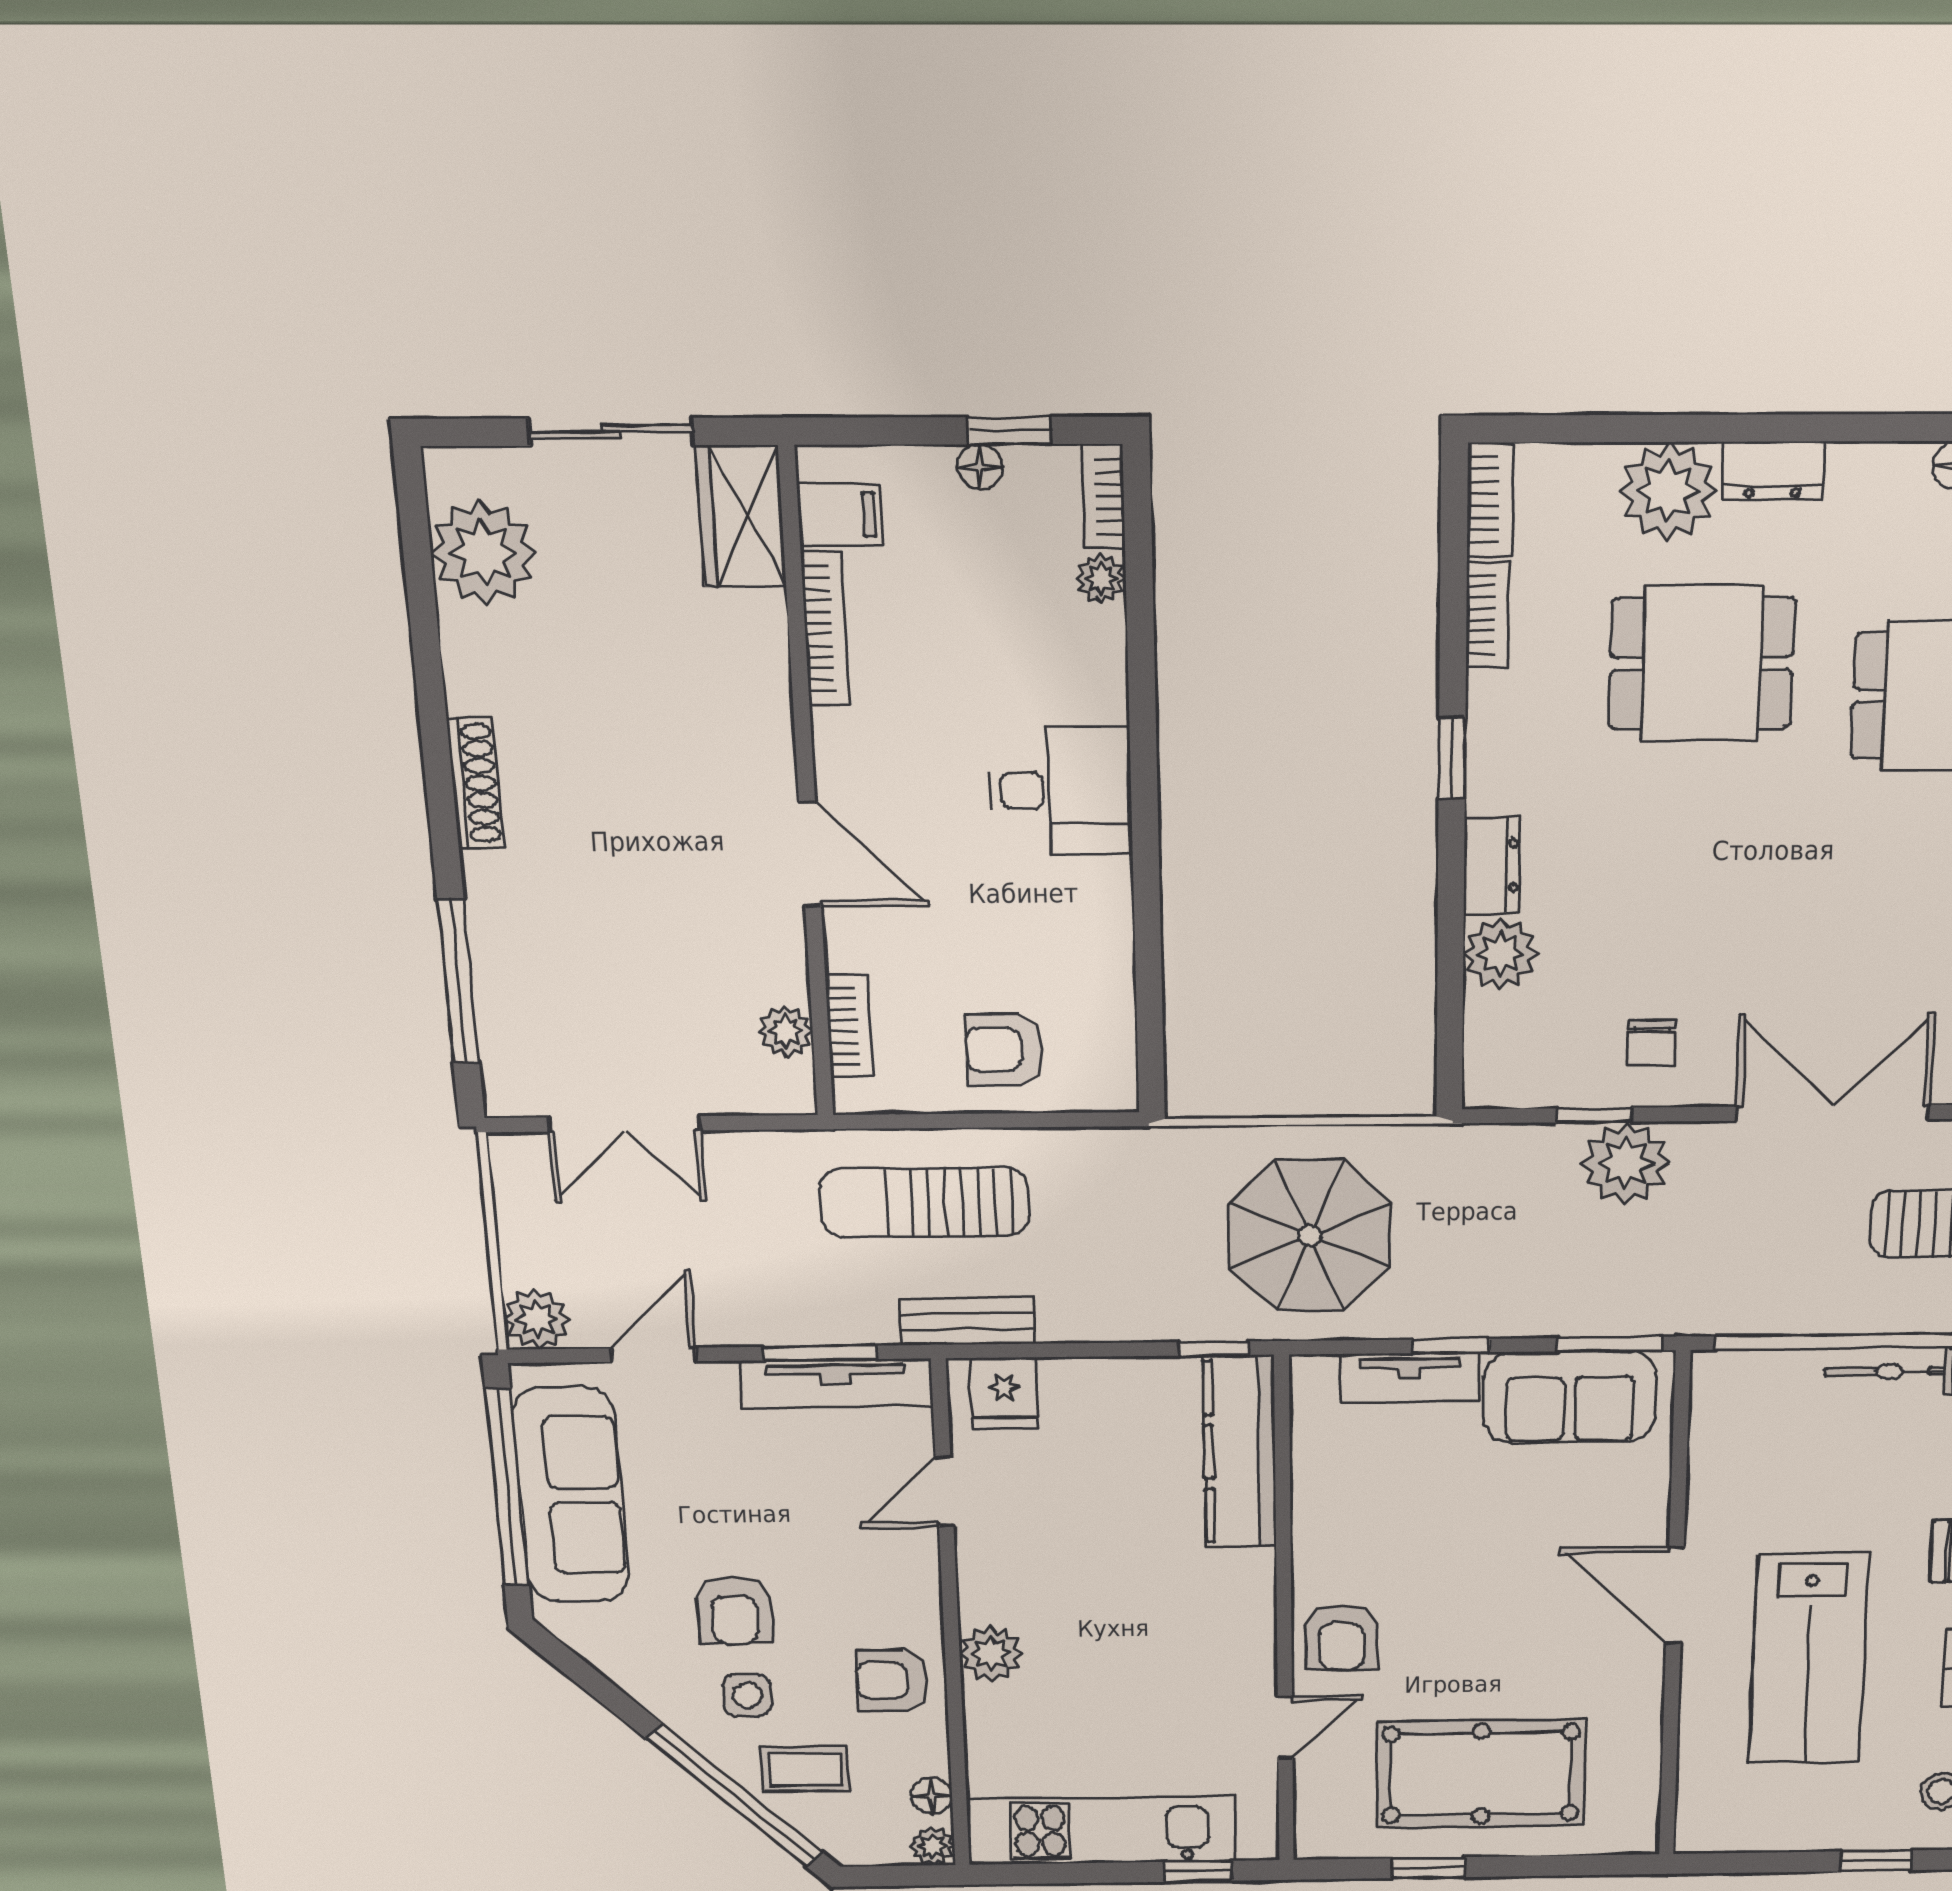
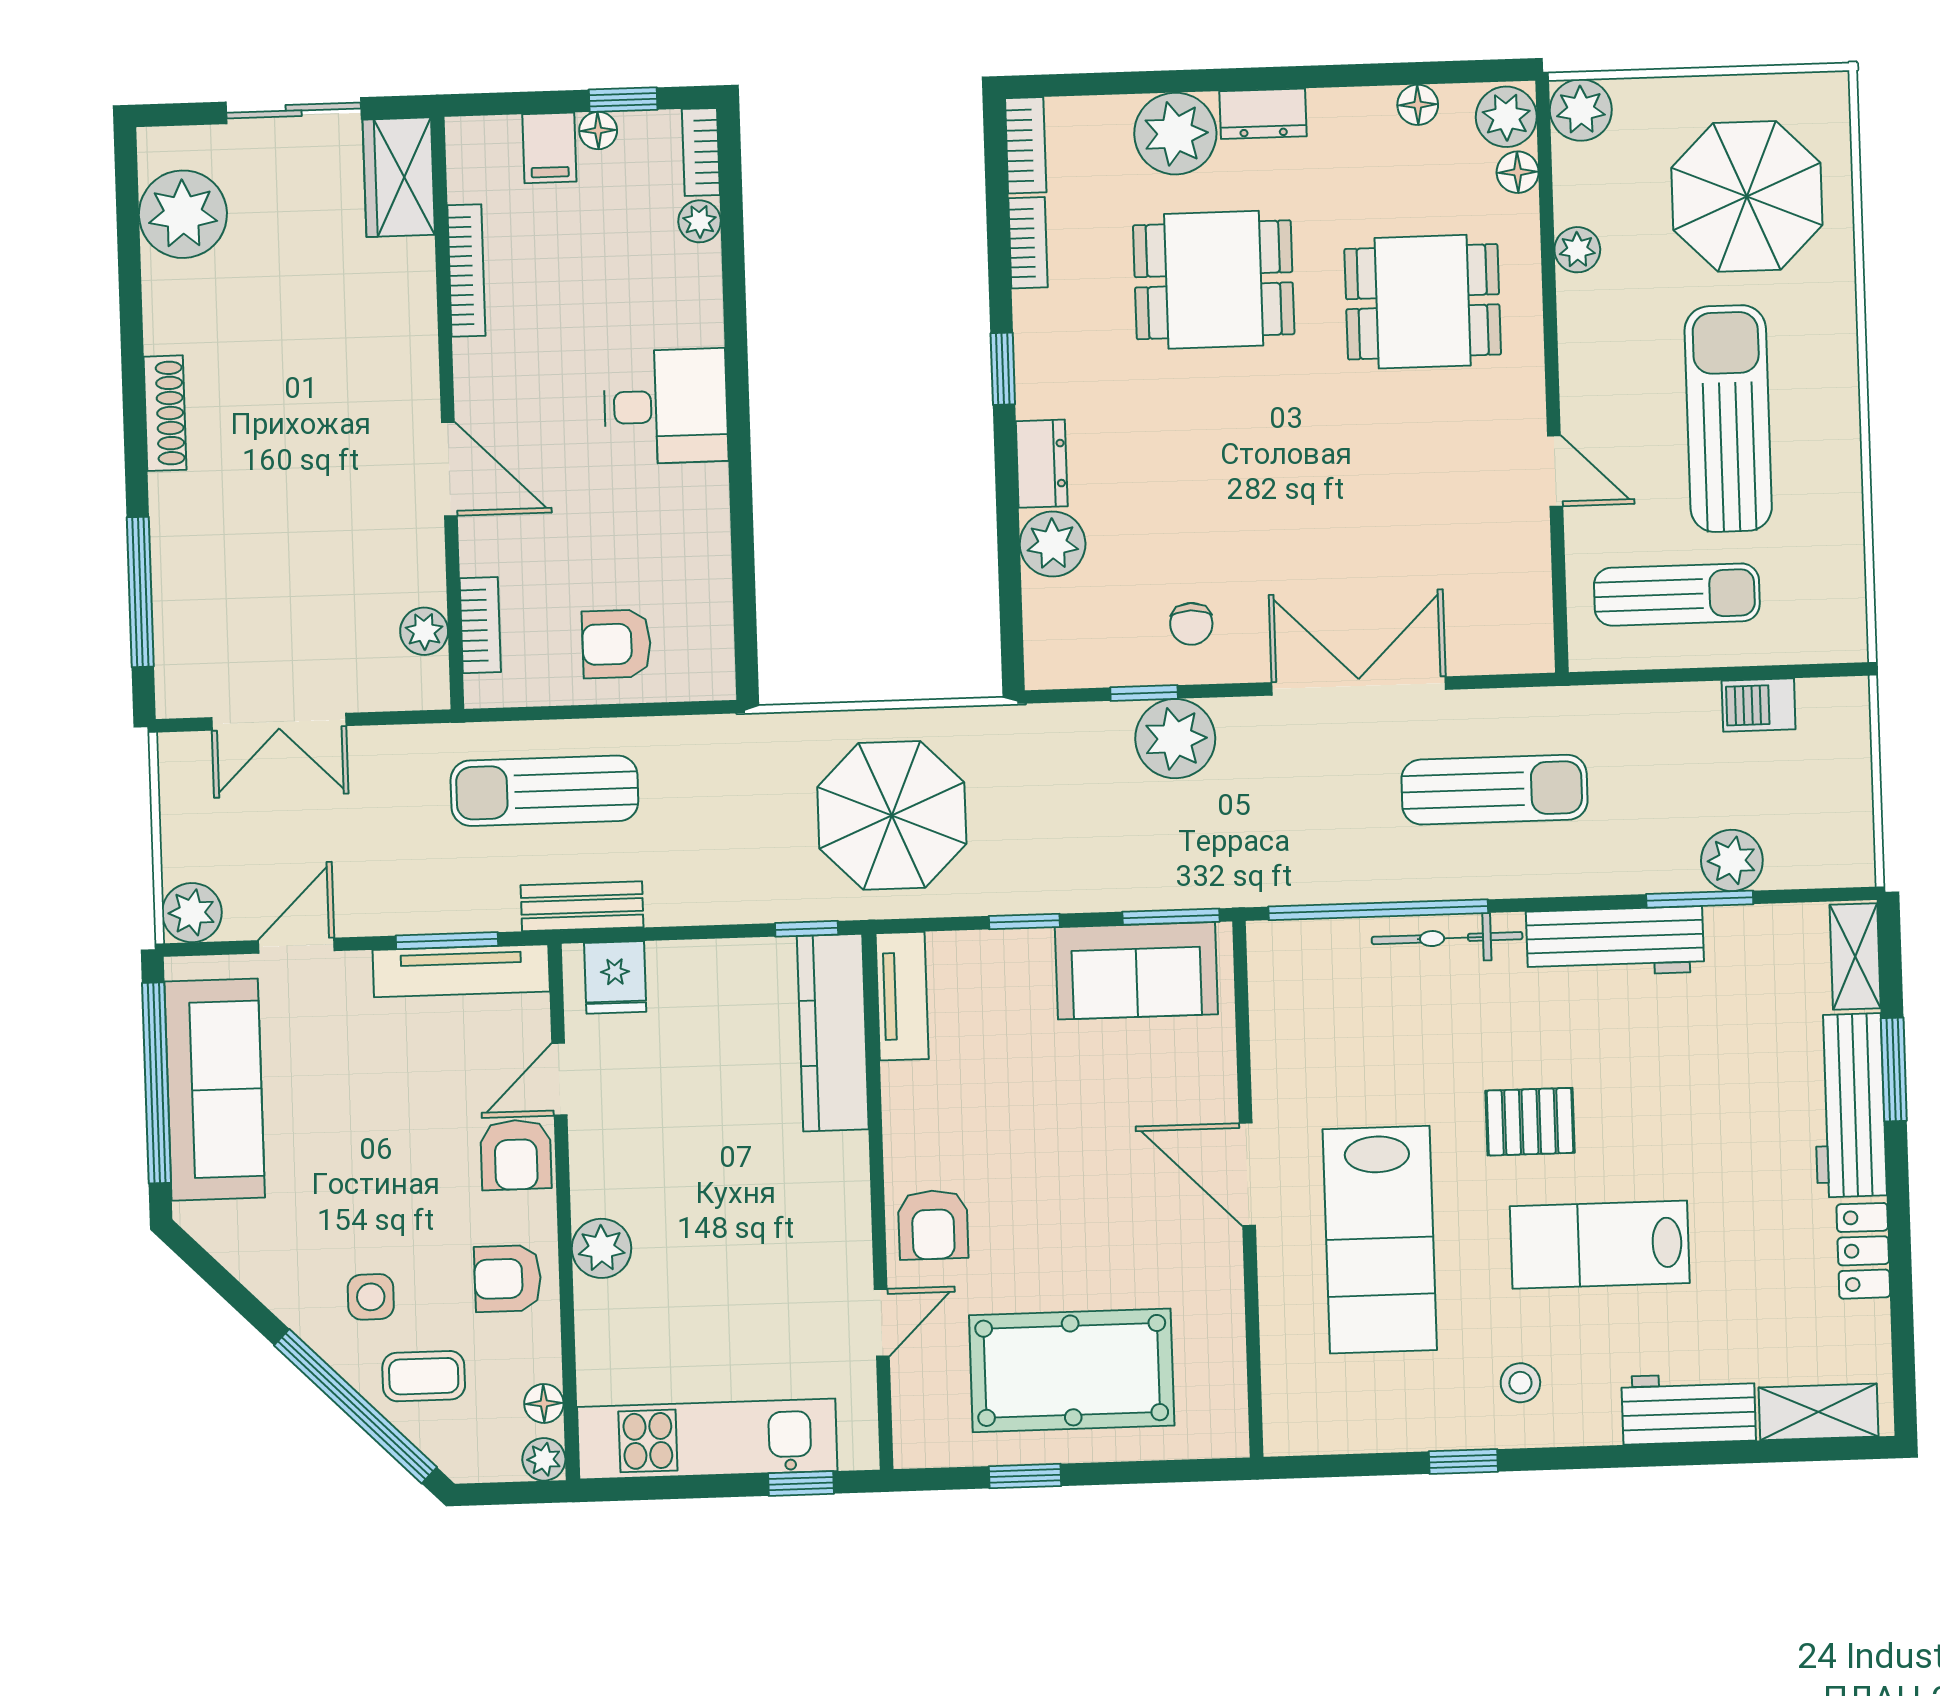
filing cabinet: (840, 515) -> (549, 148), moved, turned 90
tv unit: (1410, 1377) -> (902, 996), moved, turned -90
armchair: (734, 1610) -> (516, 1155), moved

